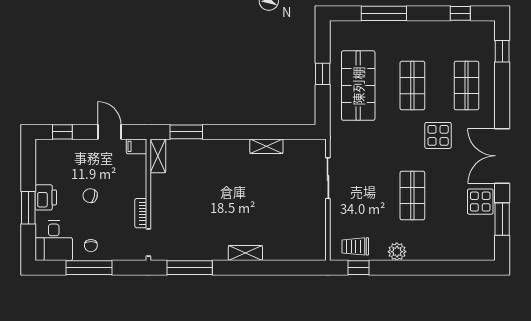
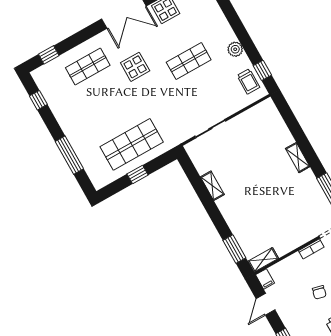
shop shelf: (412, 86) -> (110, 105), removed

